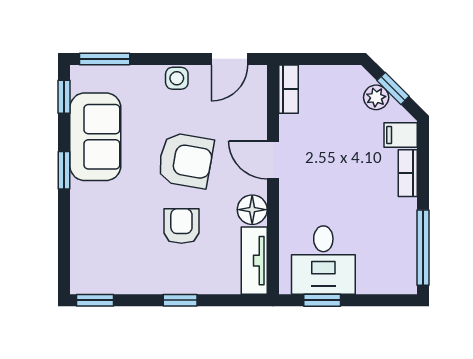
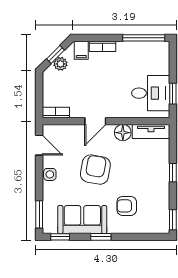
armchair: (181, 226) -> (127, 206), moved

